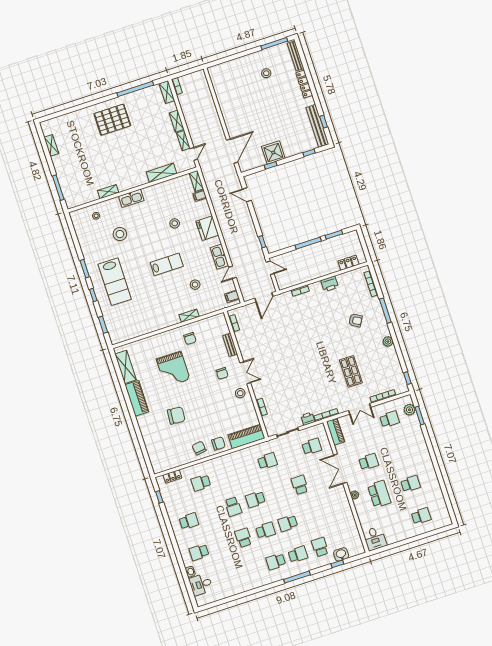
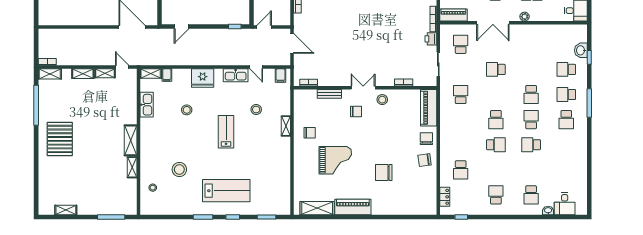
shelving: (162, 173) -> (131, 140), moved
kitchen sink: (131, 198) -> (147, 105), moved
chair: (176, 416) -> (384, 173), turned -95
school desk: (298, 554) -> (566, 95), turned -90

